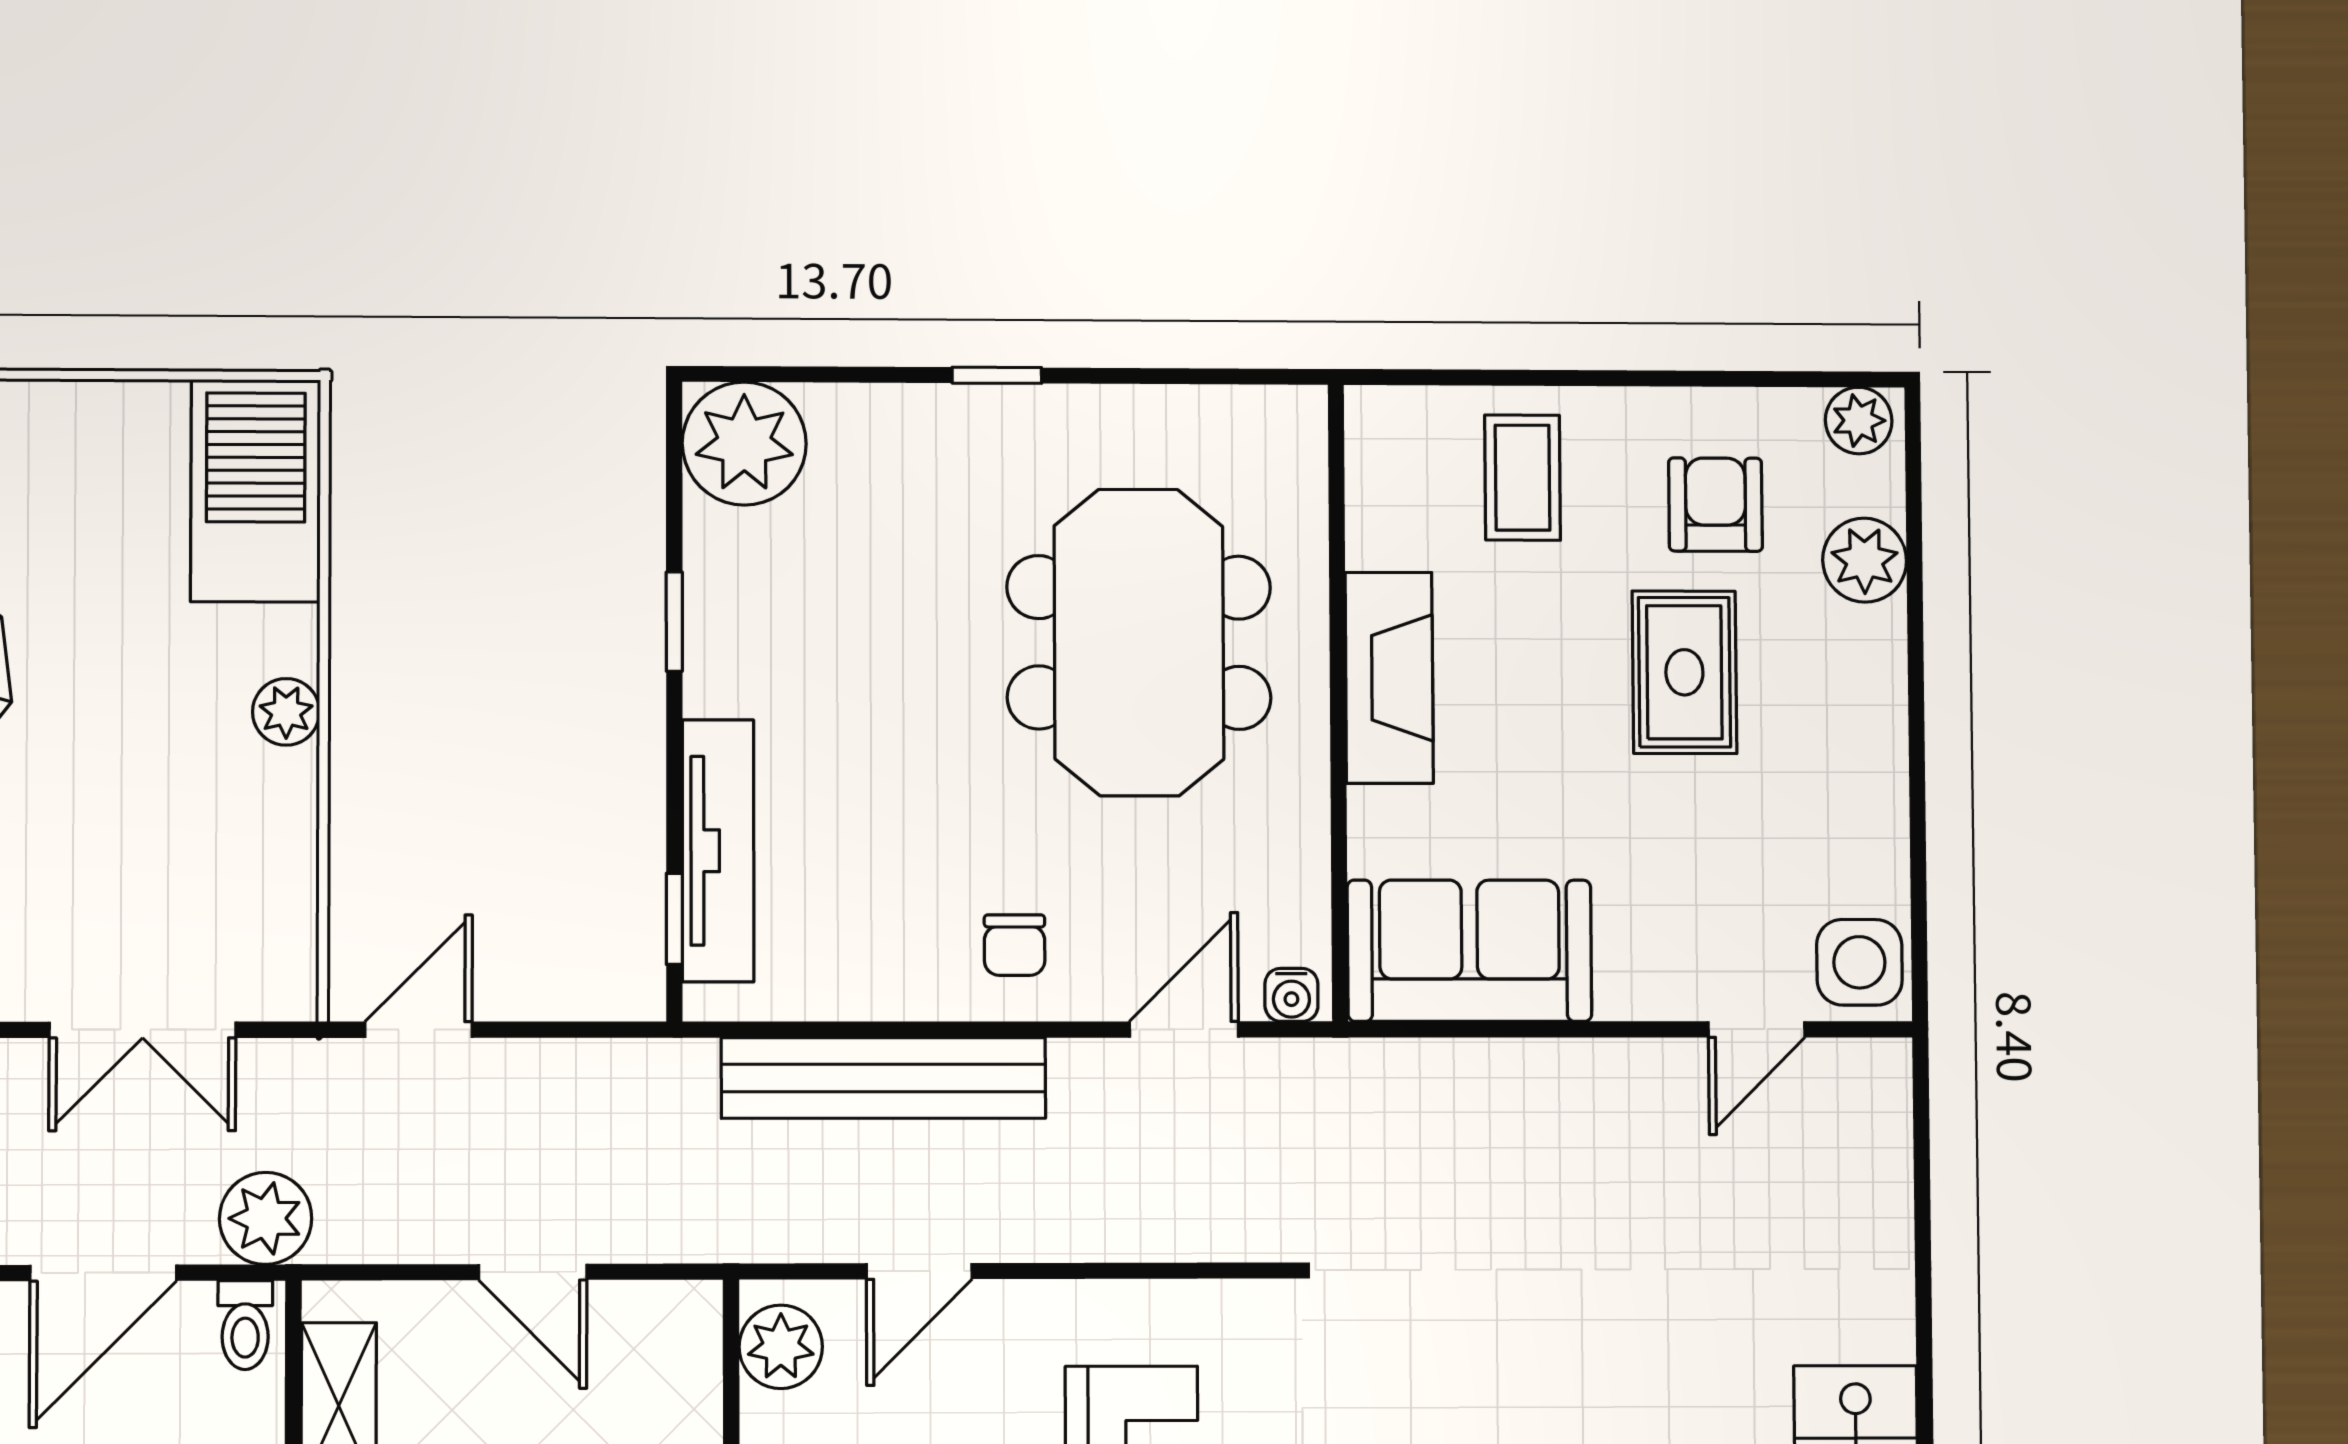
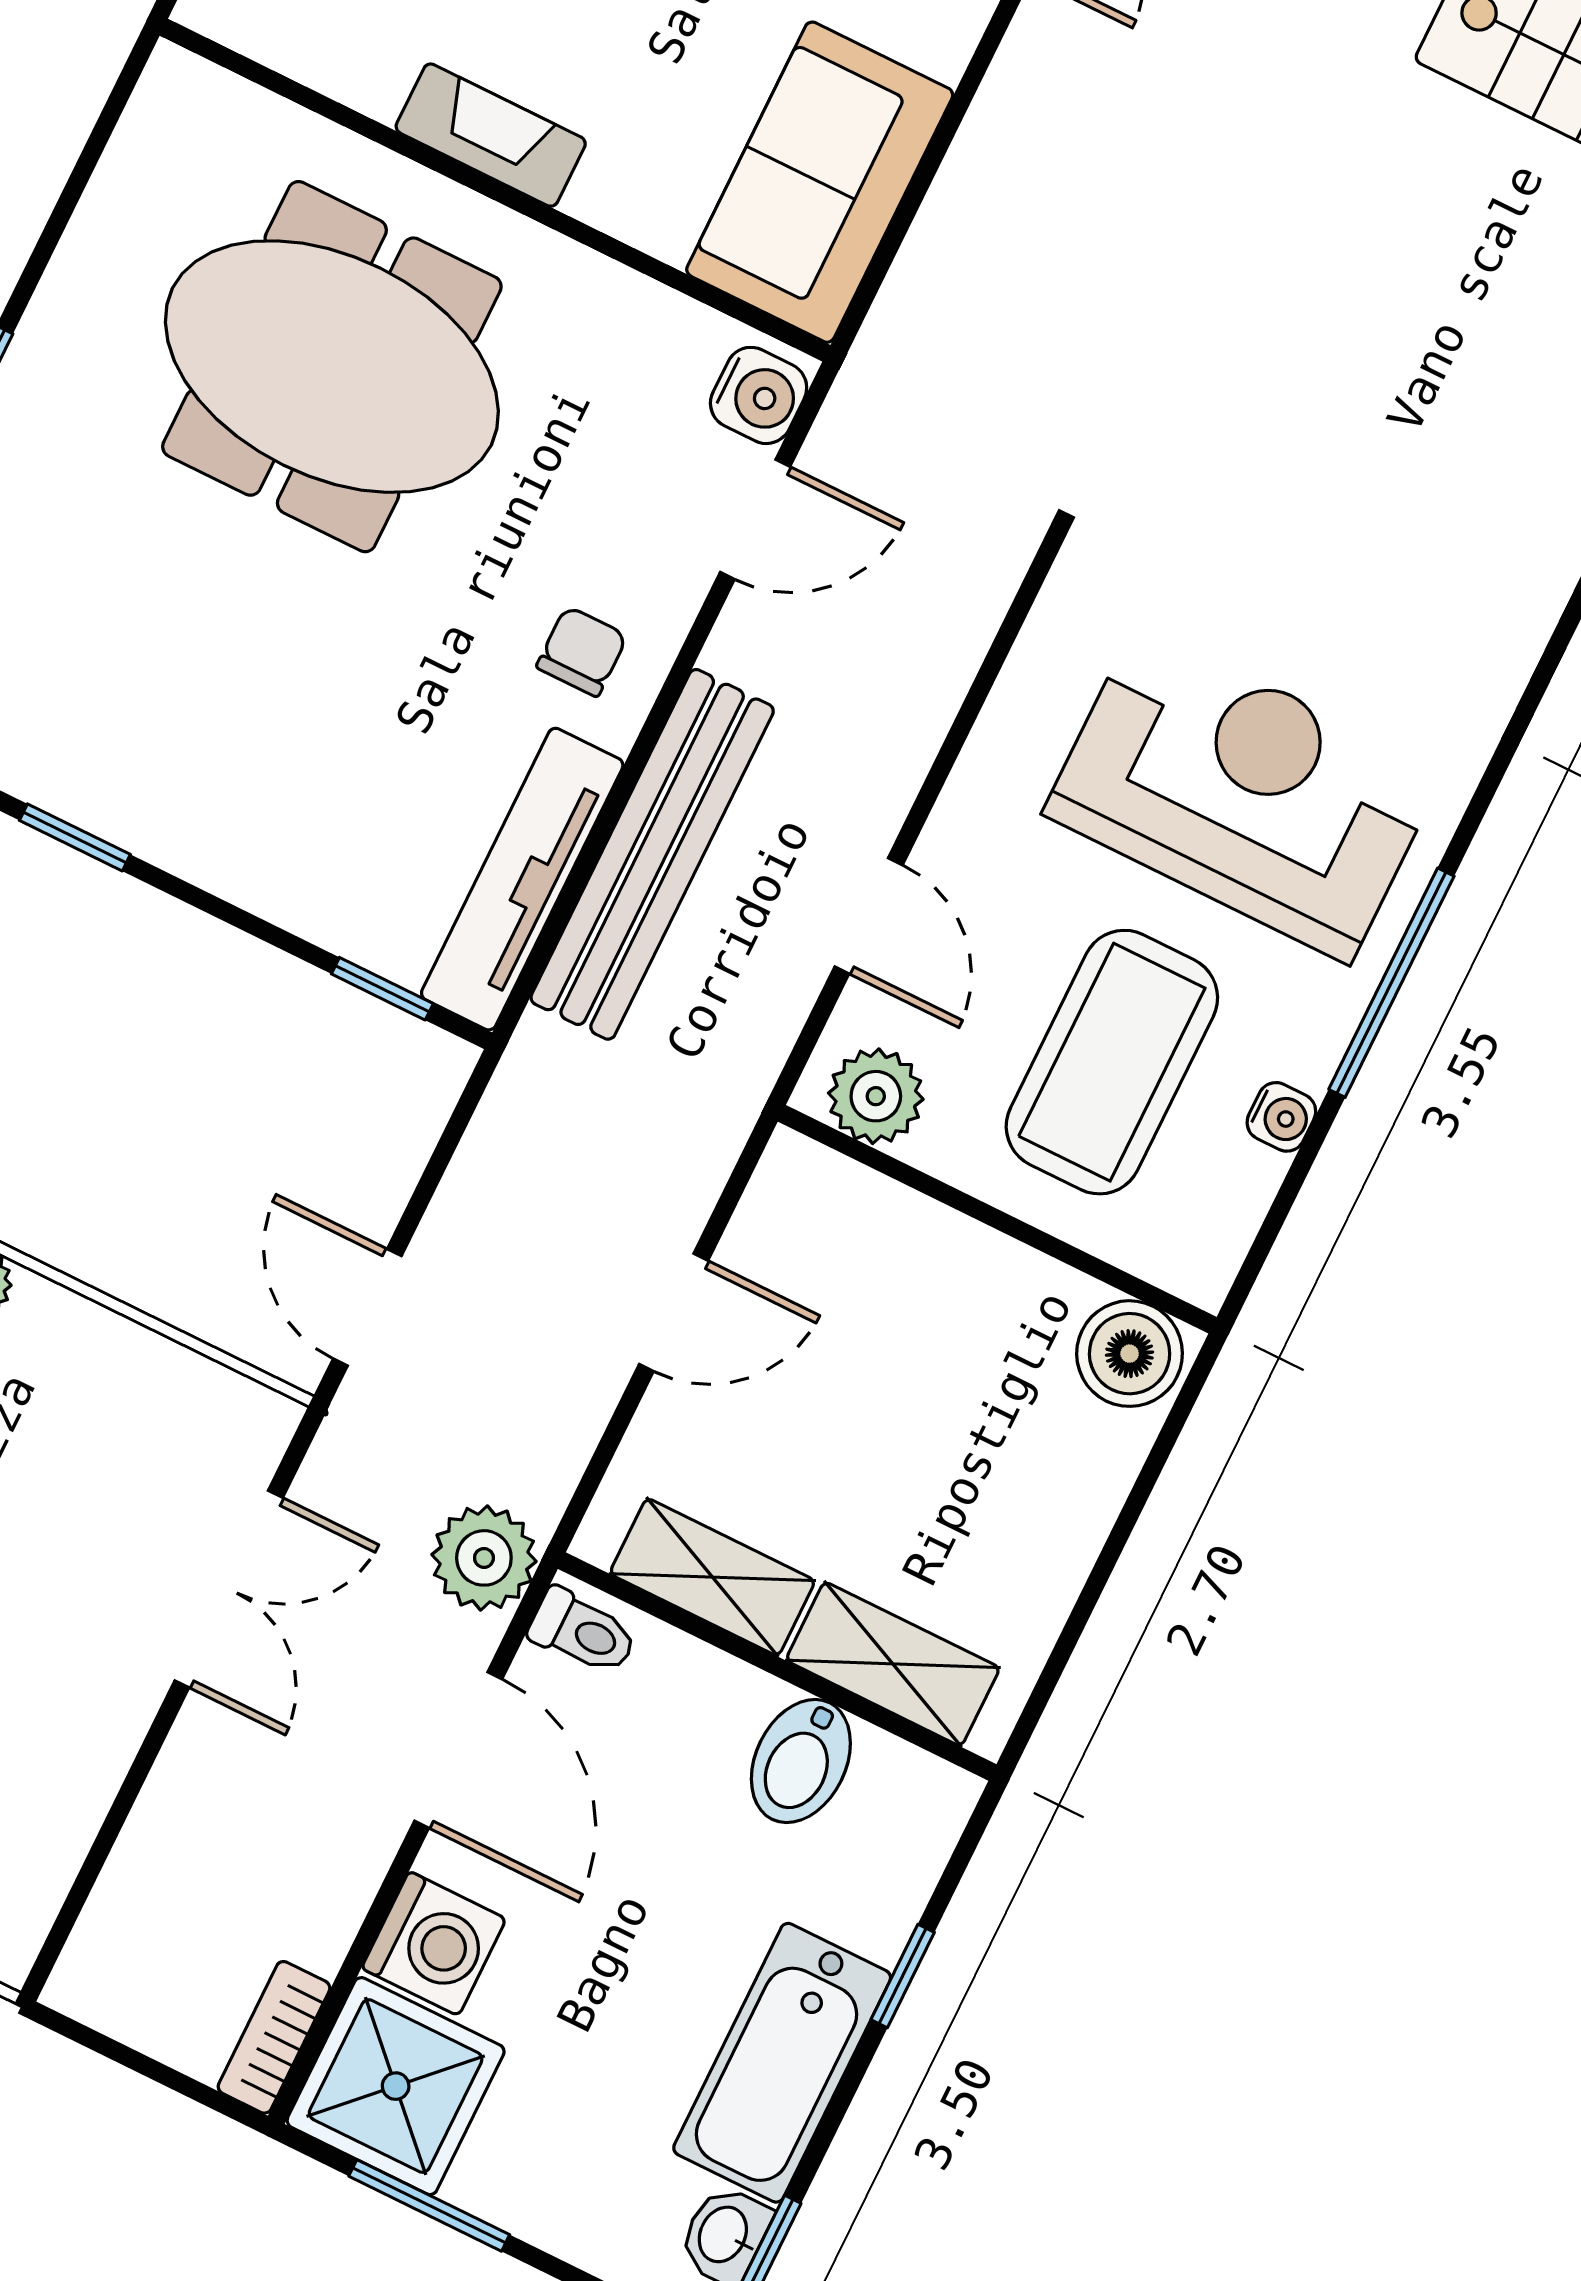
fireplace: (1389, 678) -> (491, 135), width x0.73, depth x0.76
tv unit: (718, 851) -> (522, 879), moved, turned -90
chair: (1015, 945) -> (582, 651), turned -90
water cooler: (1291, 995) -> (759, 395), width x1.38, depth x1.38
door: (1184, 1030) -> (755, 519), swing flipped

